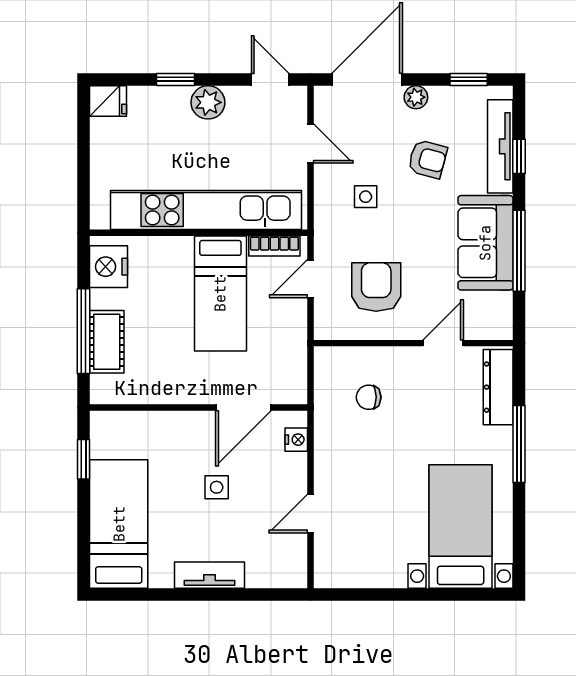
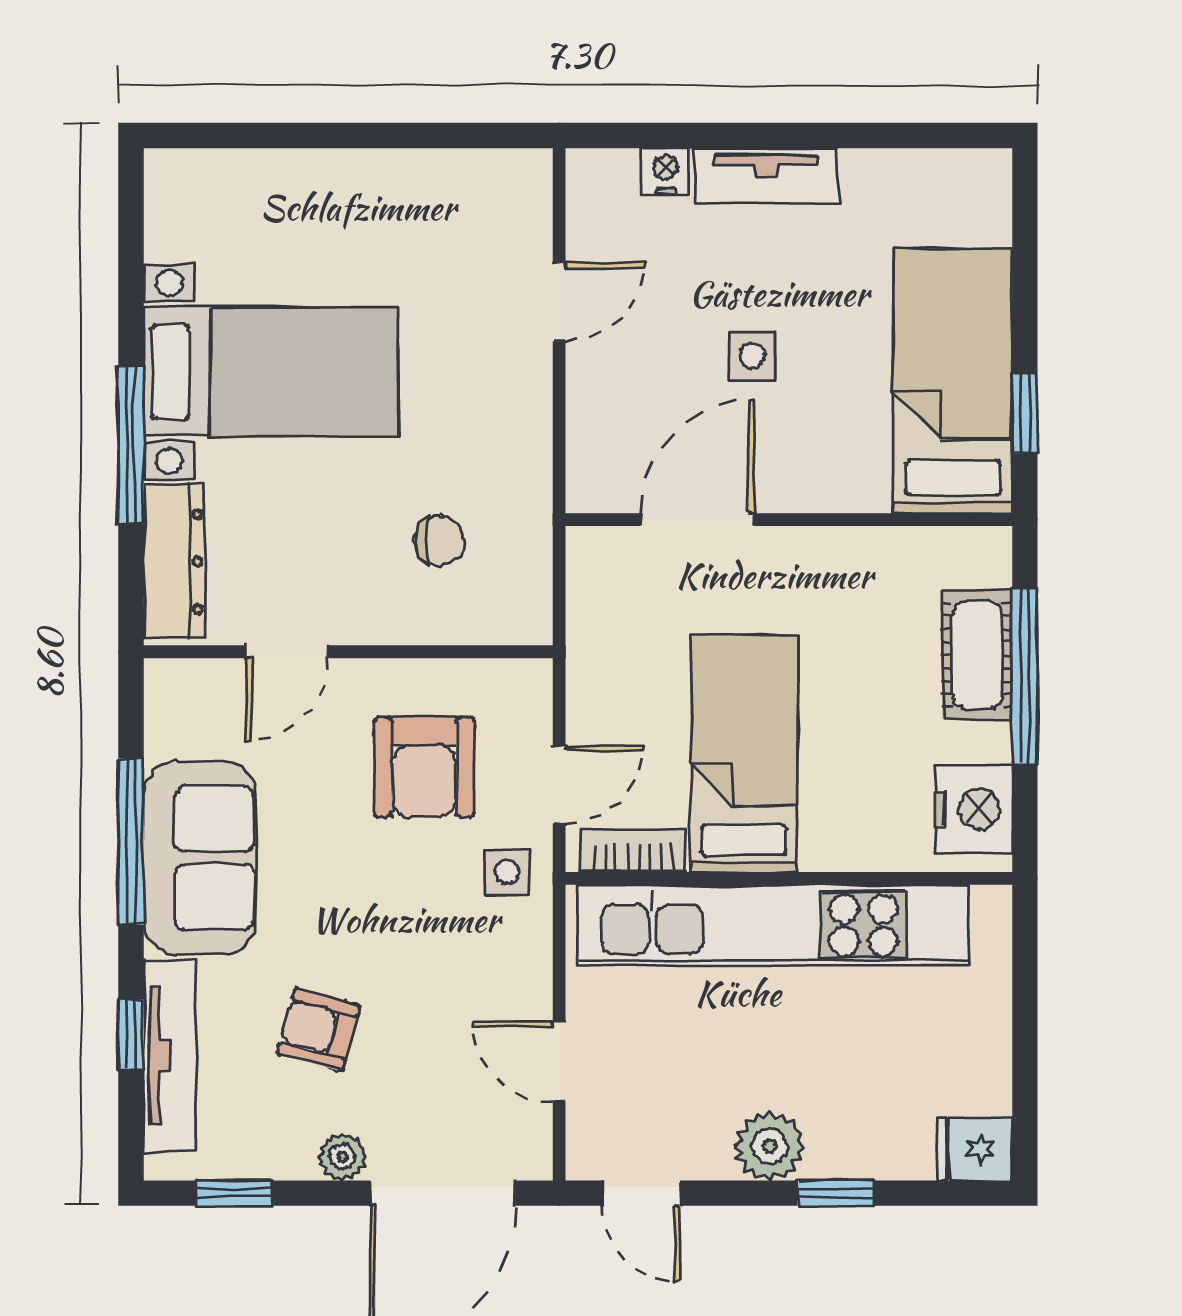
side table: (366, 197) -> (507, 872), moved
nightstand: (296, 440) -> (665, 171), moved, turned 90
bed: (119, 524) -> (953, 381), moved, turned 180
bed with nightstands: (461, 527) -> (271, 372), moved, turned -90

